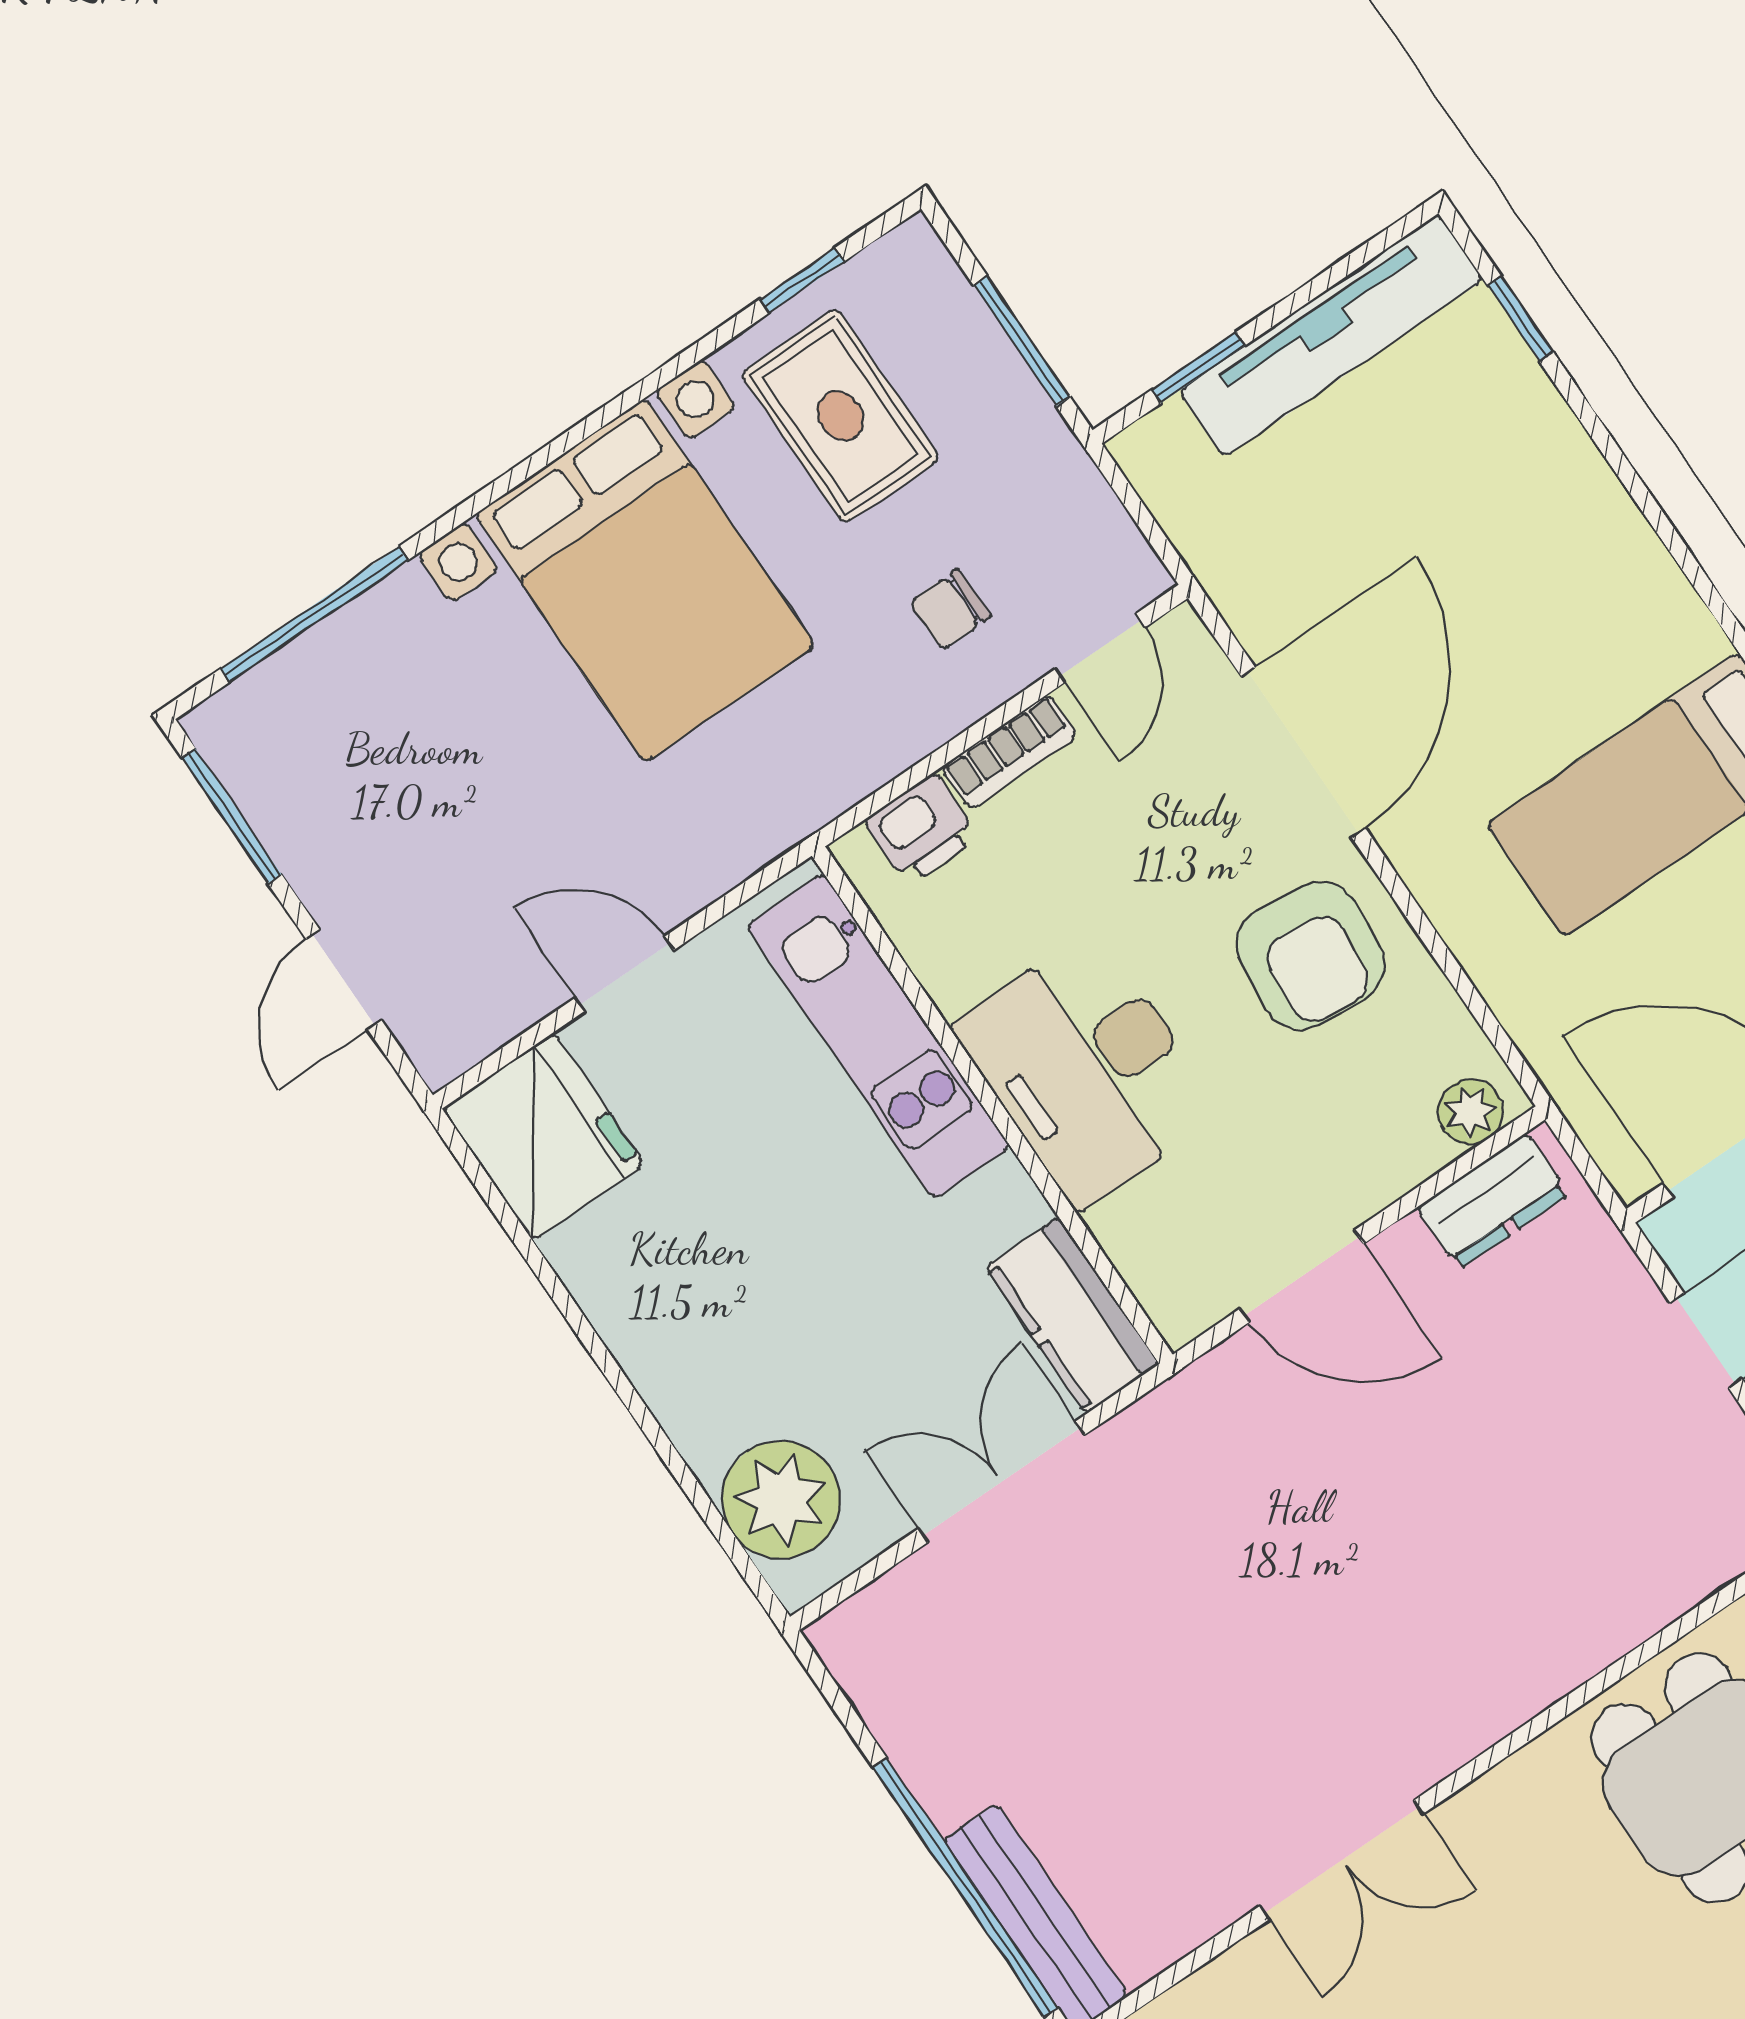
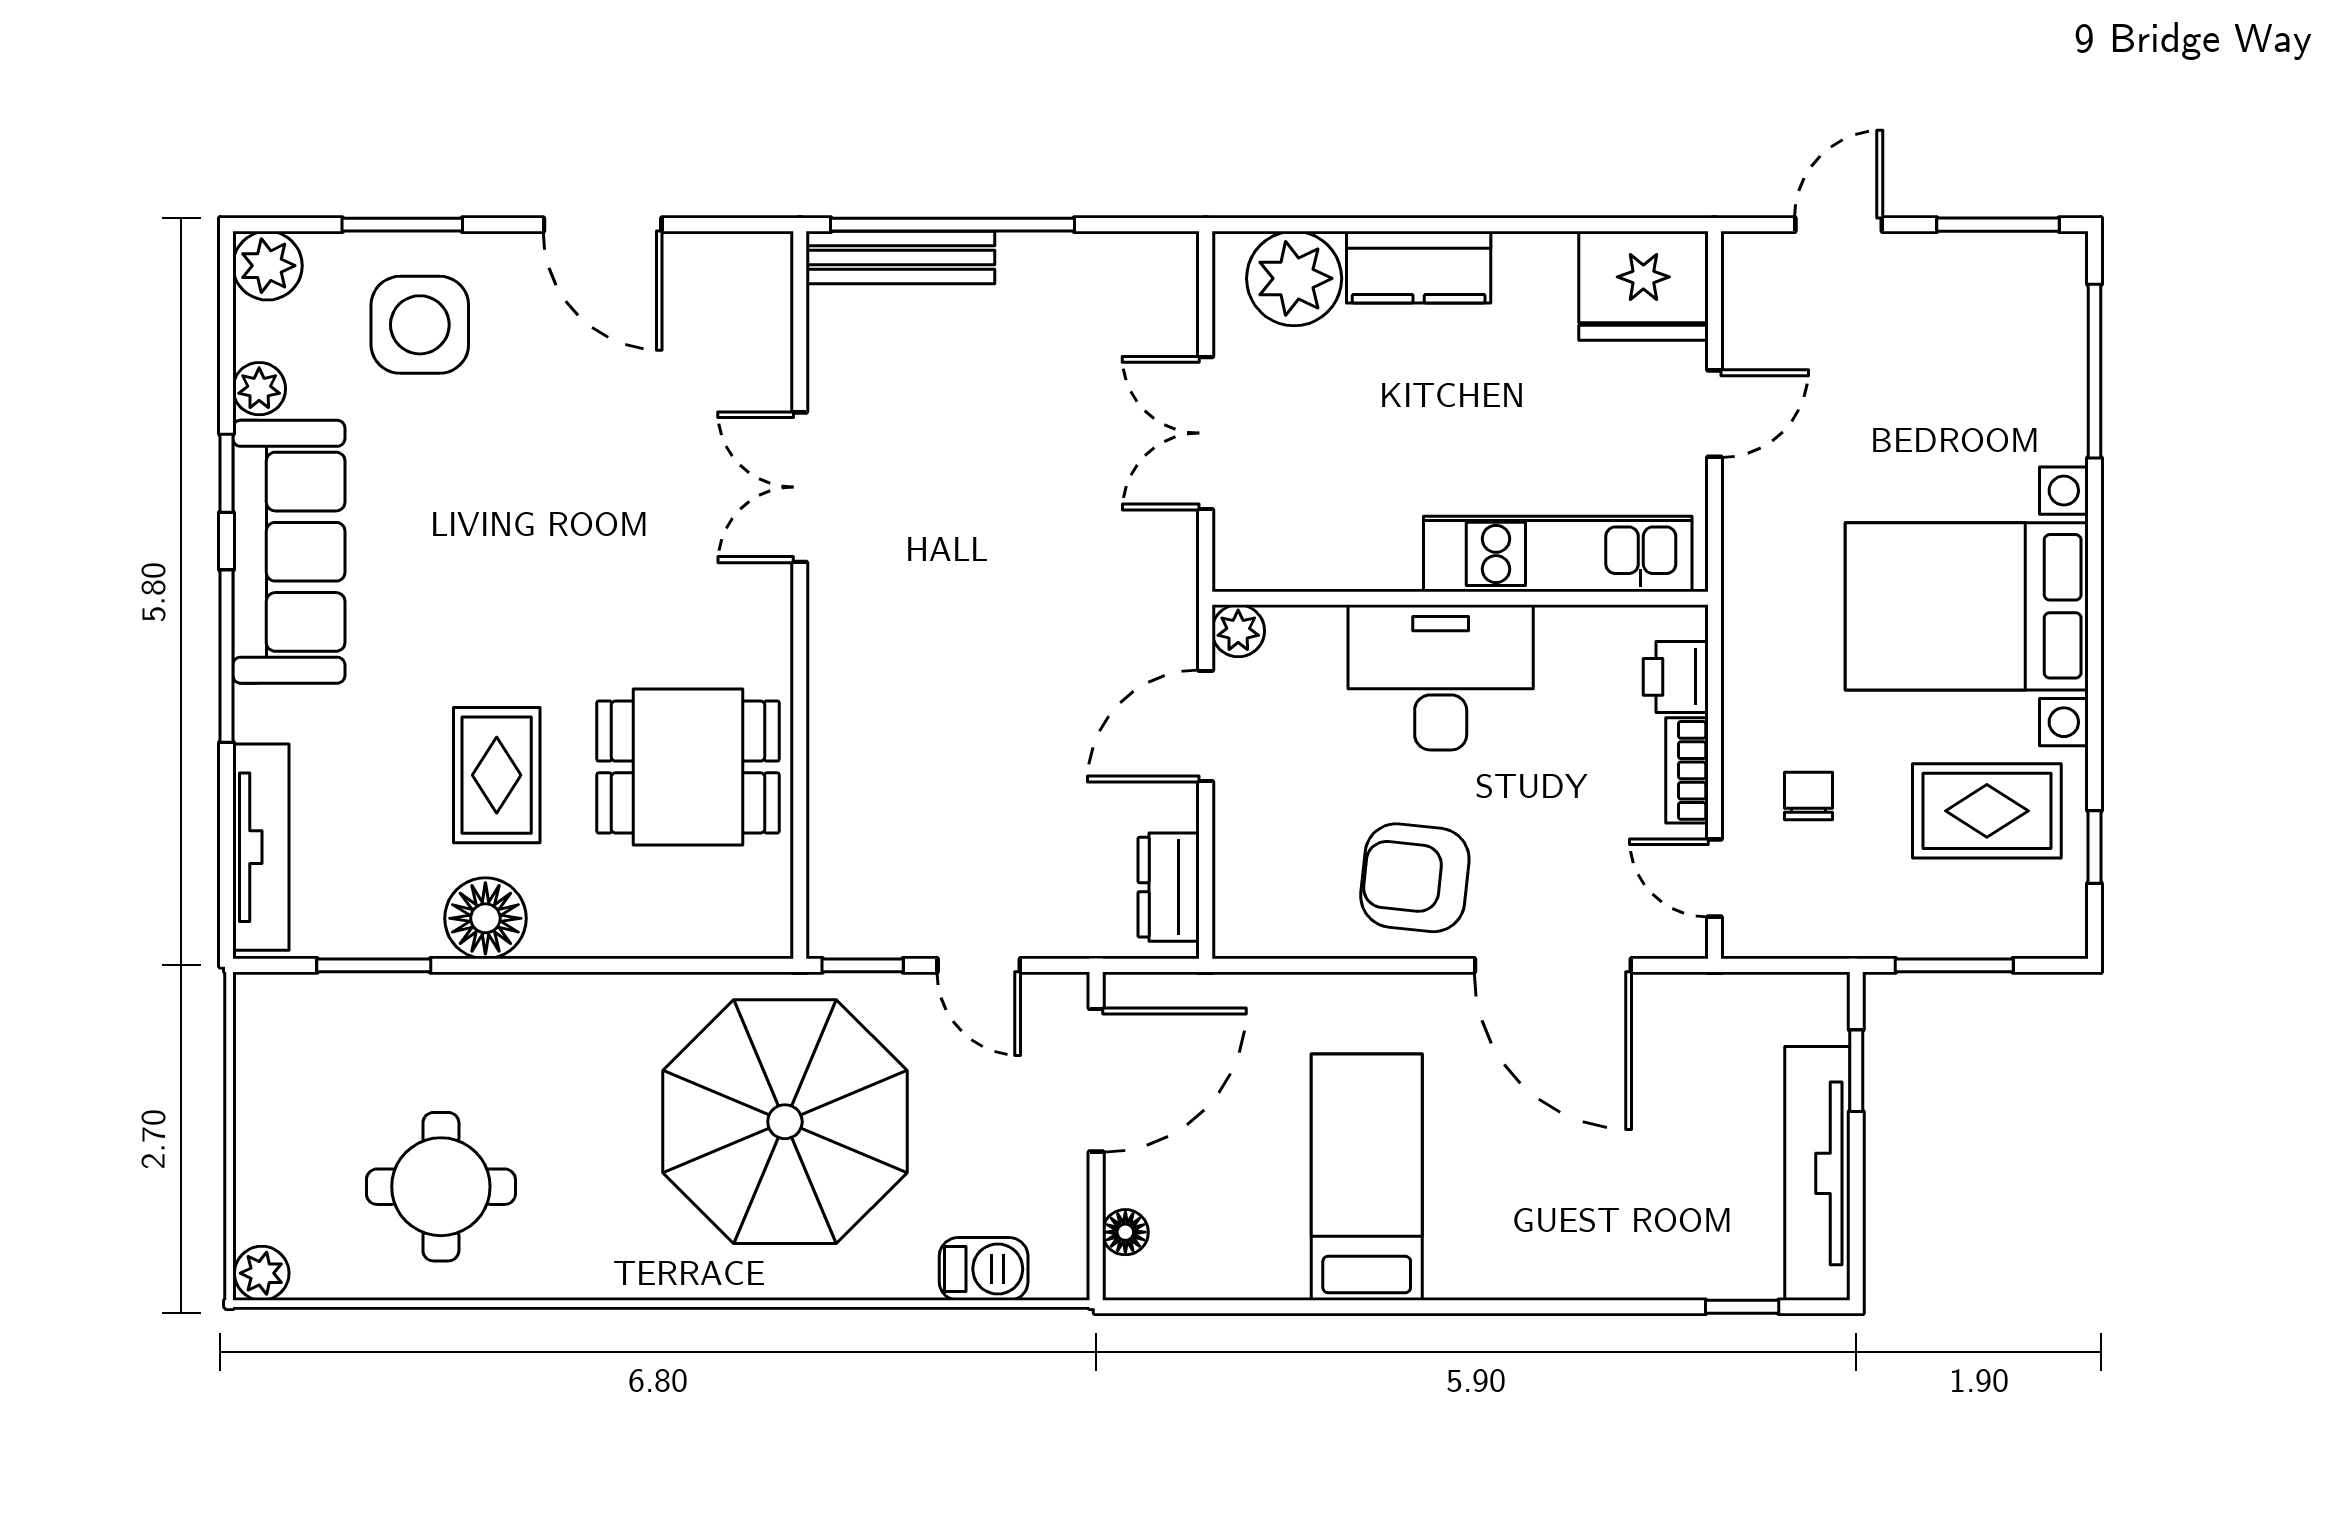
door: (344, 979) -> (1839, 225), hinge flipped
plant: (1470, 1112) -> (1238, 631), moved
kitchen counter: (1072, 1315) -> (1419, 267), moved, turned 180
double door: (1002, 1482) -> (1206, 433), swing flipped

